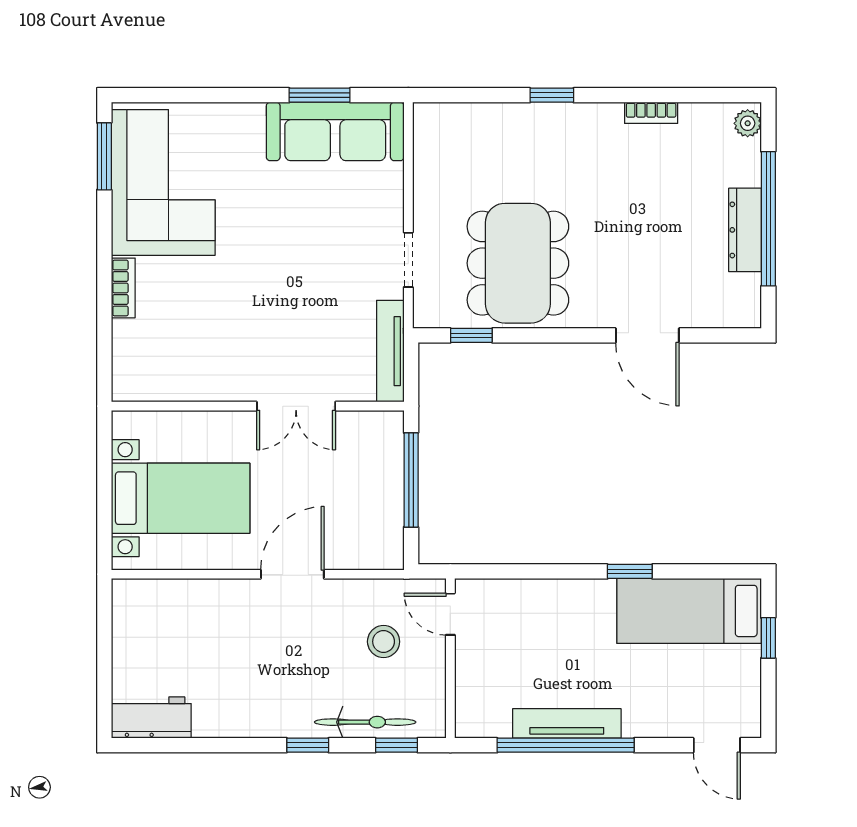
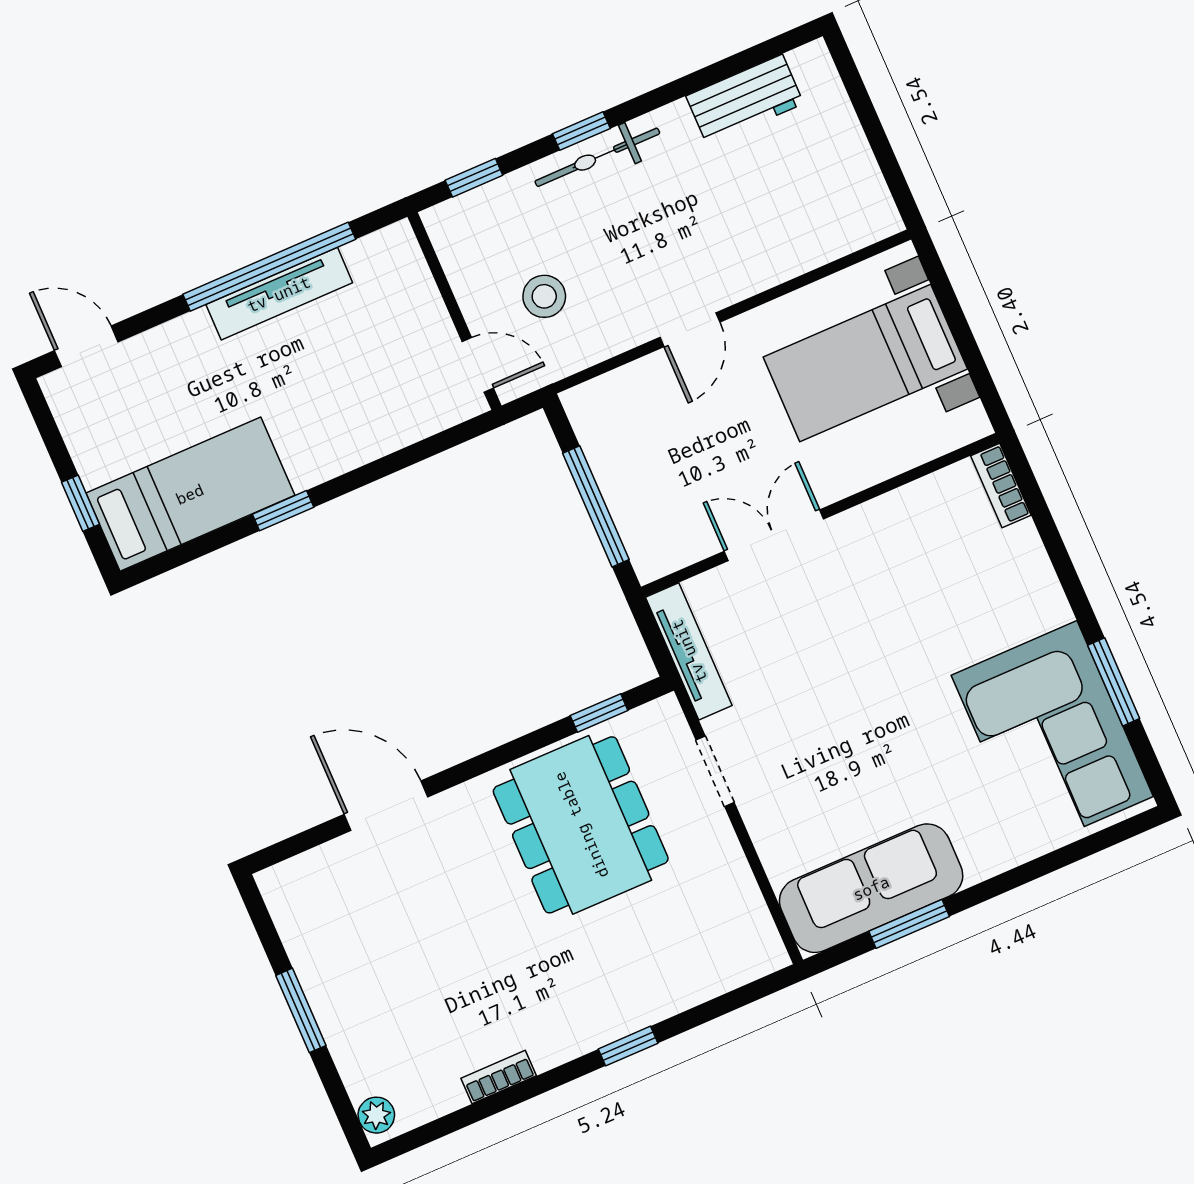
window: (104, 156) -> (1114, 682), moved
window: (768, 219) -> (301, 1010), width x0.47
dresser: (745, 230) -> (323, 985), removed
bookcase: (123, 288) -> (1001, 485), moved
door: (292, 574) -> (690, 330), width x0.73
workbench: (151, 718) -> (745, 100), moved
bicycle: (365, 722) -> (597, 157), moved

